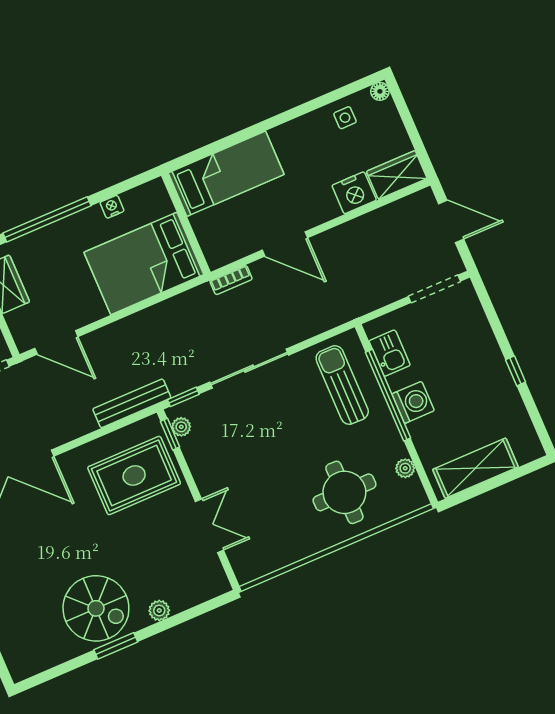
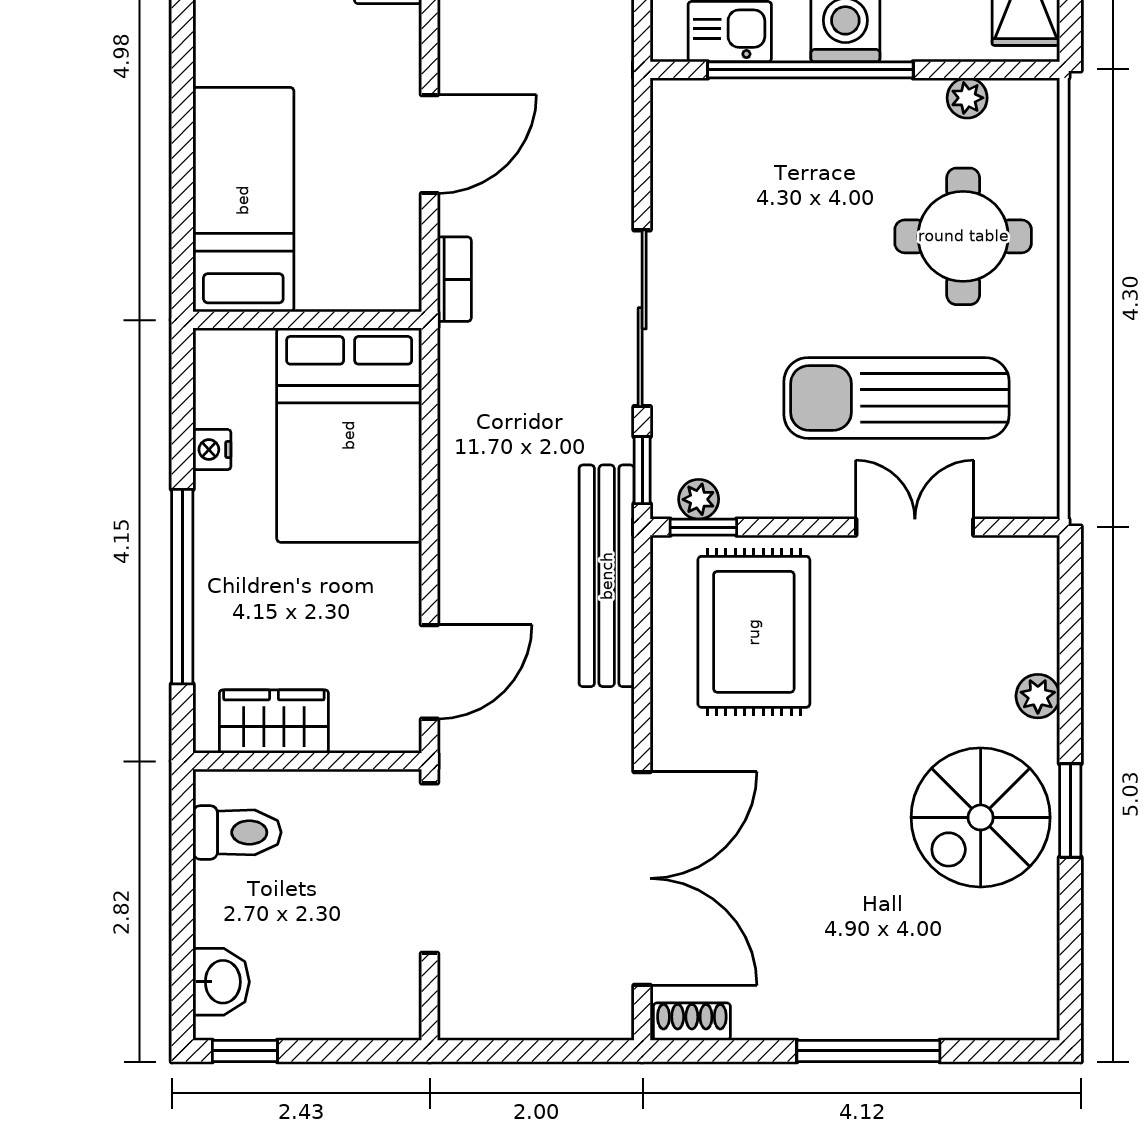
sun lounger: (342, 385) -> (897, 398), moved, width x1.36, depth x1.34
bench: (132, 403) -> (607, 576), width x1.37, depth x1.21
spiral stairs: (96, 608) -> (981, 817), turned 180

